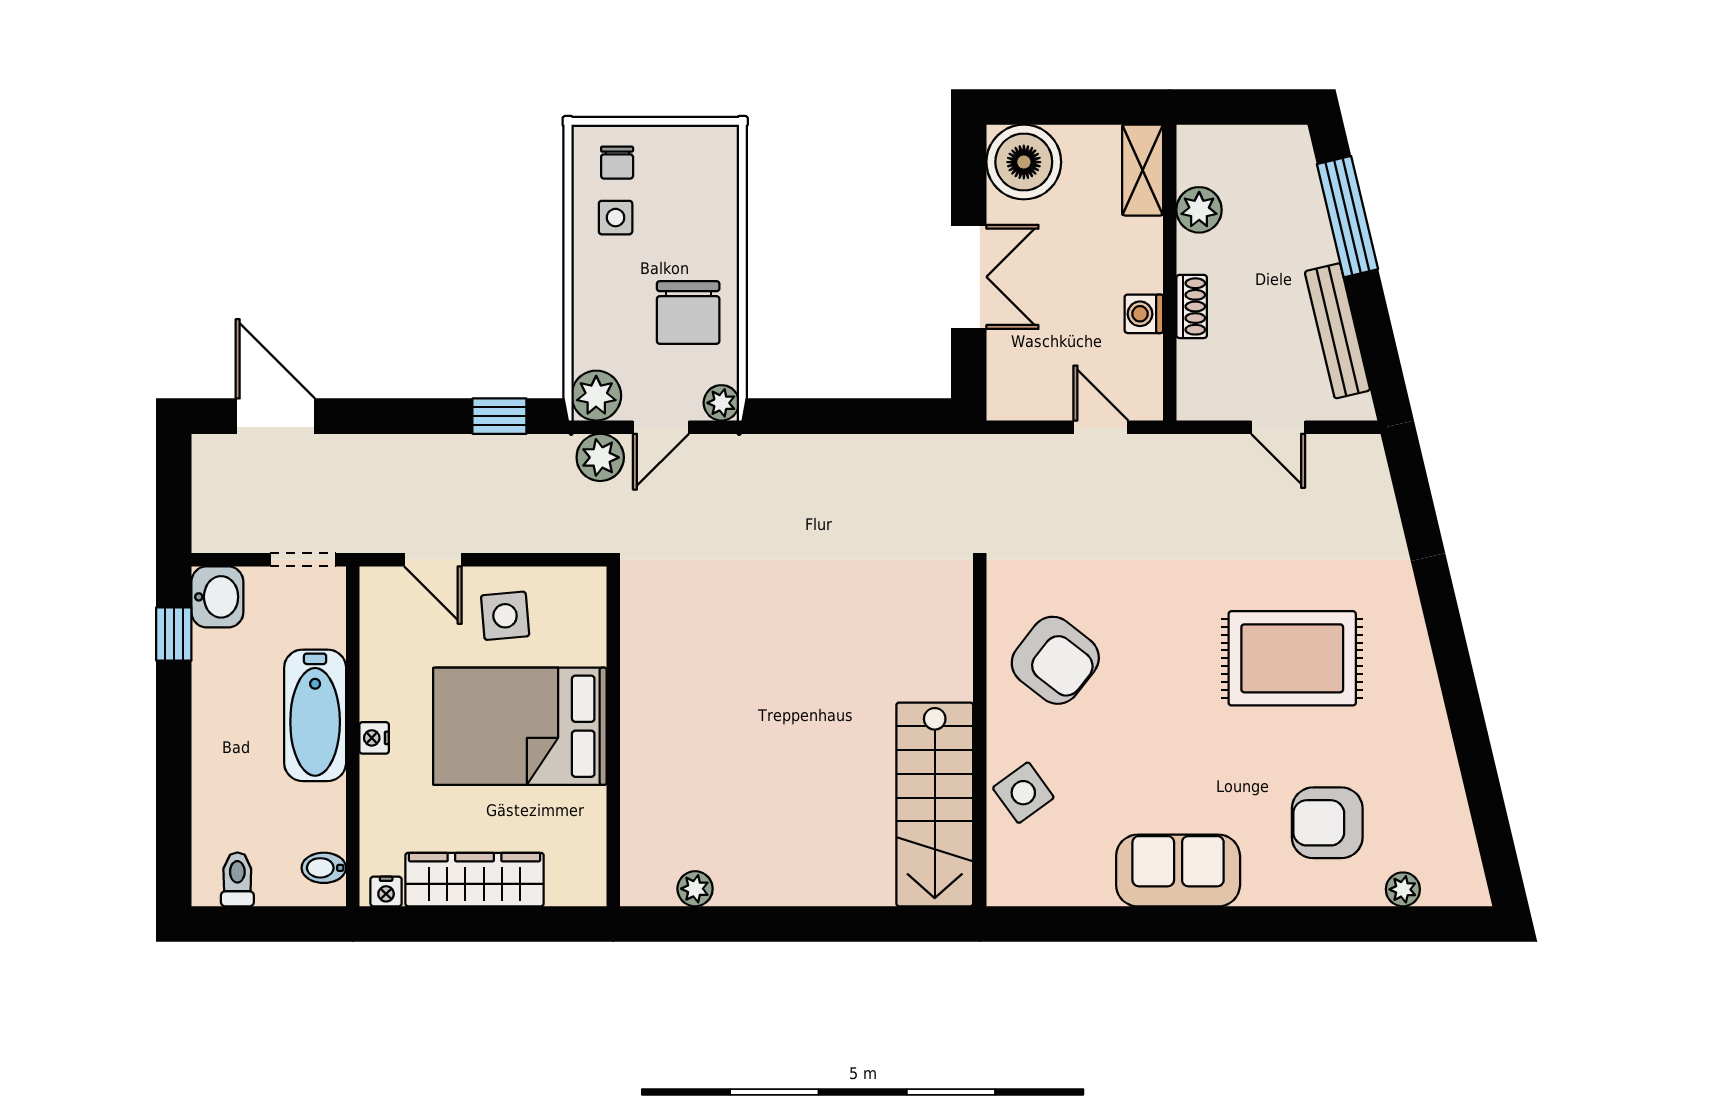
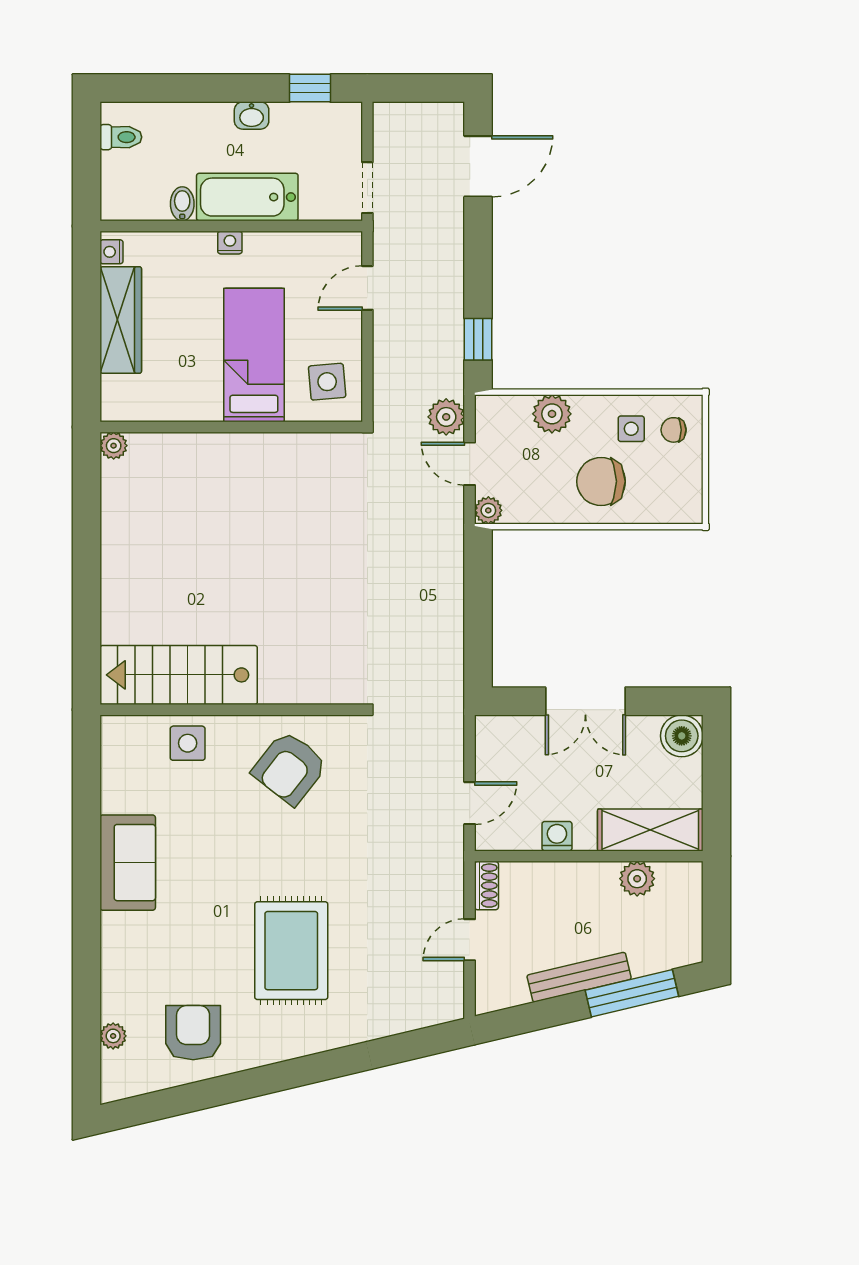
boiler: (1024, 162) -> (682, 736), width x0.73, depth x0.73
shelving: (1143, 170) -> (650, 830), width x1.50, depth x1.33
shoe rack: (1192, 306) -> (486, 886), moved, turned -90
chair: (688, 312) -> (601, 481), moved
bench: (1337, 331) -> (579, 977), moved
plant: (596, 396) -> (552, 414), moved
washbasin: (217, 597) -> (252, 116), moved, width x0.72, depth x0.69
side table: (505, 616) -> (327, 382), moved
bed: (520, 726) -> (254, 355), width x0.67
side table: (1023, 793) -> (188, 743), turned 36
armchair: (1327, 823) -> (193, 1033), moved
bidet: (324, 868) -> (182, 204), moved
plant: (695, 889) -> (114, 446), moved

